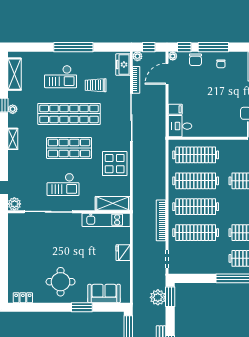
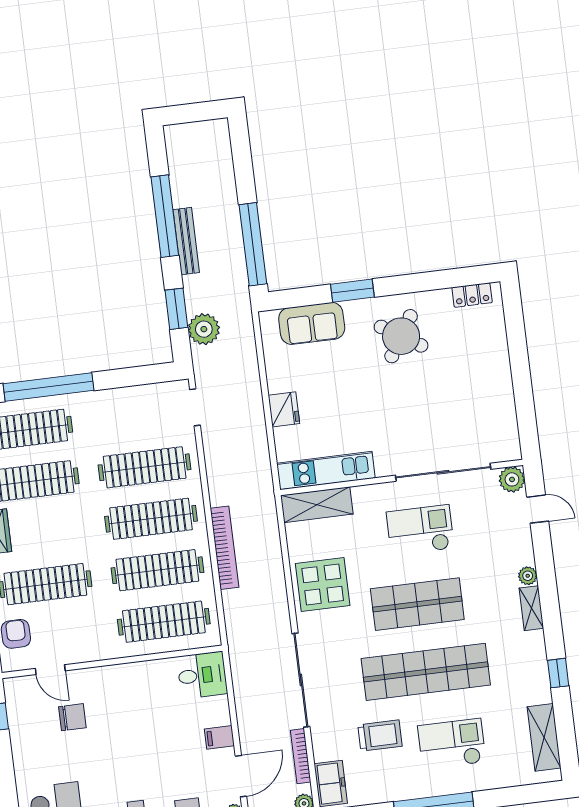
plant: (13, 109) -> (528, 576), moved
filing cabinet: (175, 109) -> (219, 737), moved
bookcase: (161, 220) -> (225, 548), moved
round table: (61, 282) -> (401, 336), turned 32
window: (170, 297) -> (176, 309), moved

